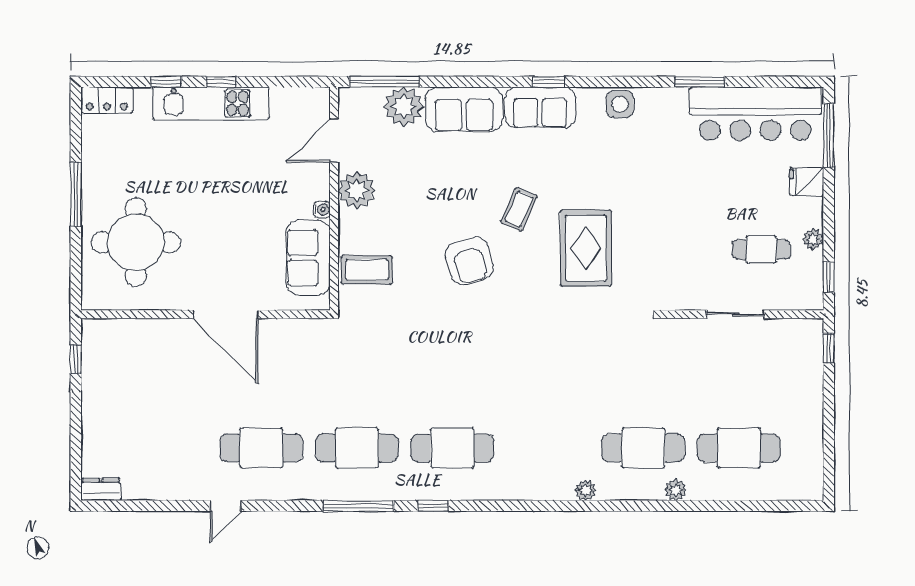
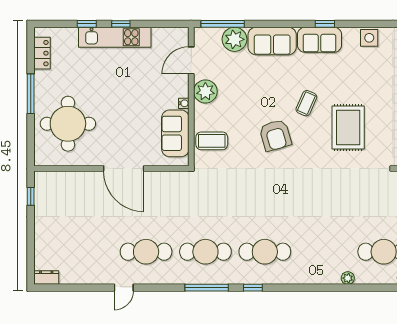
locker: (107, 100) -> (42, 53), moved, turned -90

